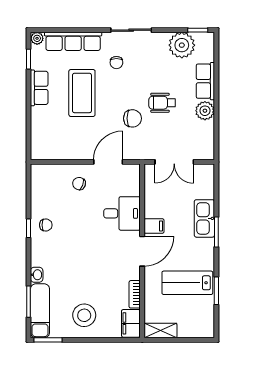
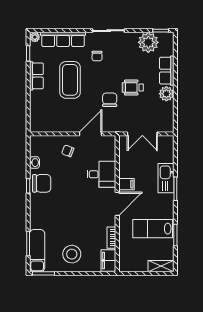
chair: (133, 118) -> (110, 100), turned -90
chair: (46, 225) -> (42, 183), width x1.87, depth x1.87
washbasin: (37, 275) -> (34, 163), moved
shelving: (161, 331) -> (161, 266), moved

